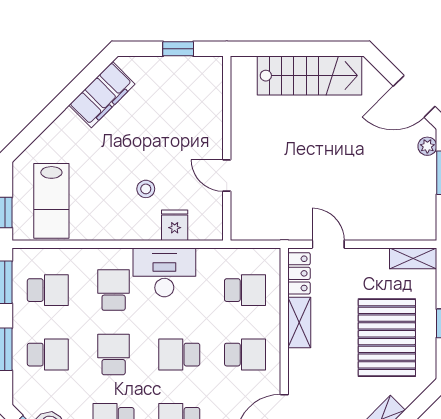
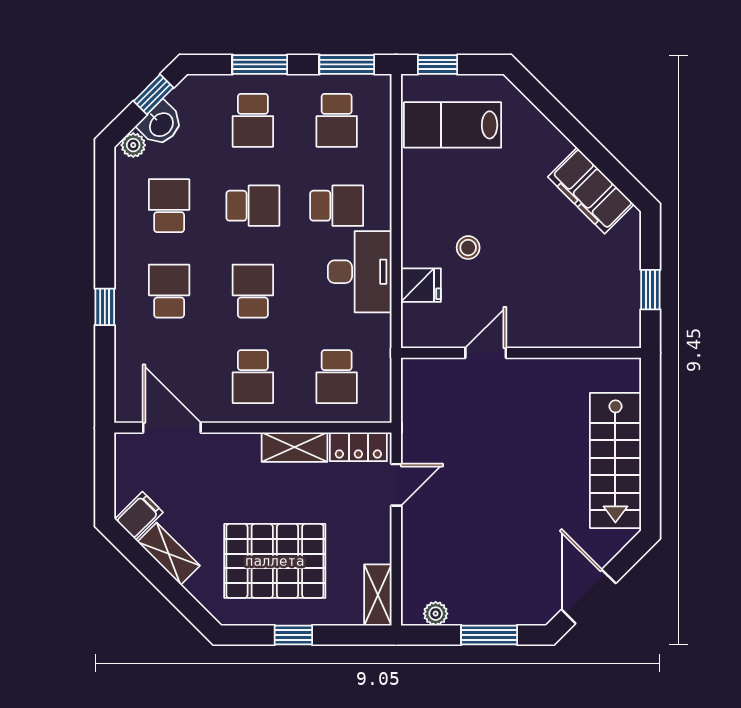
plant: (427, 146) -> (436, 614), moved

